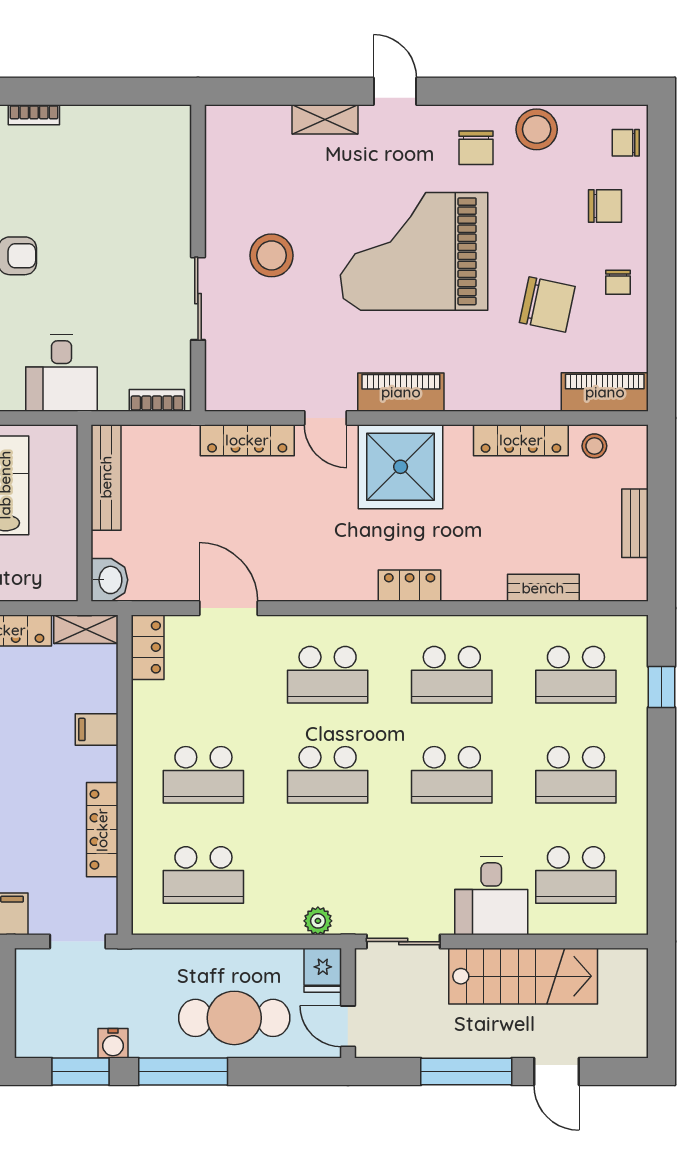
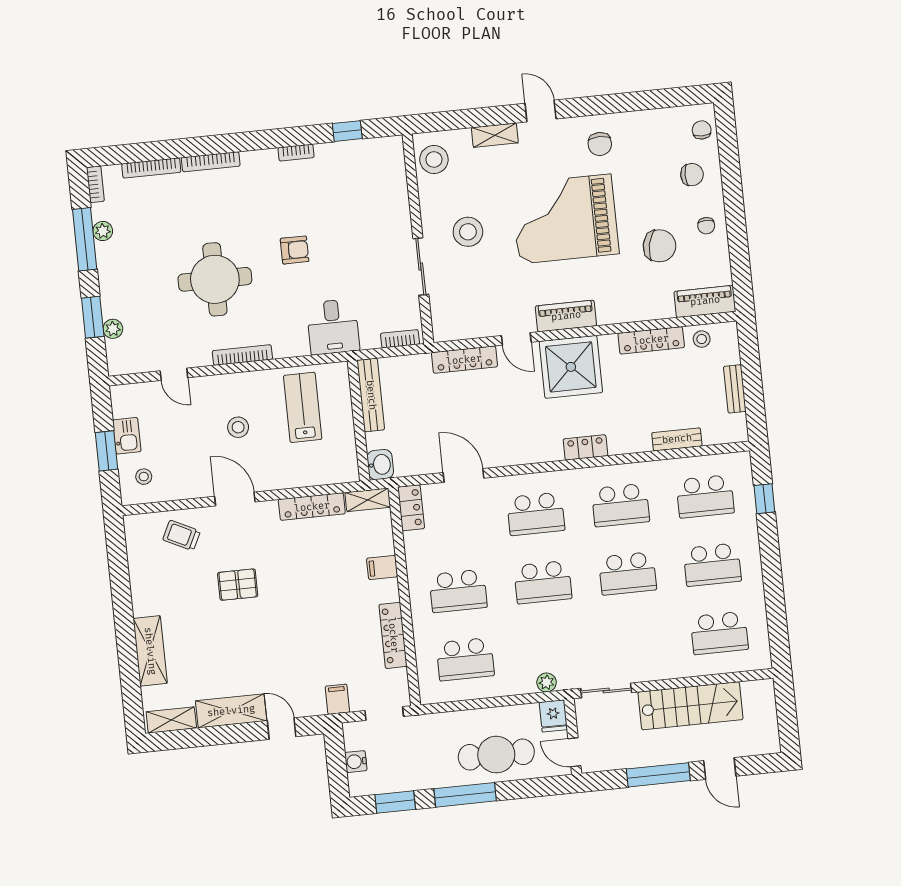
window: (112, 91) -> (347, 131), added
stool: (537, 129) -> (434, 160), moved
chair: (626, 143) -> (702, 130), turned 90
desk: (491, 896) -> (663, 653), removed
water cooler: (113, 1043) -> (356, 762), moved, turned 90

